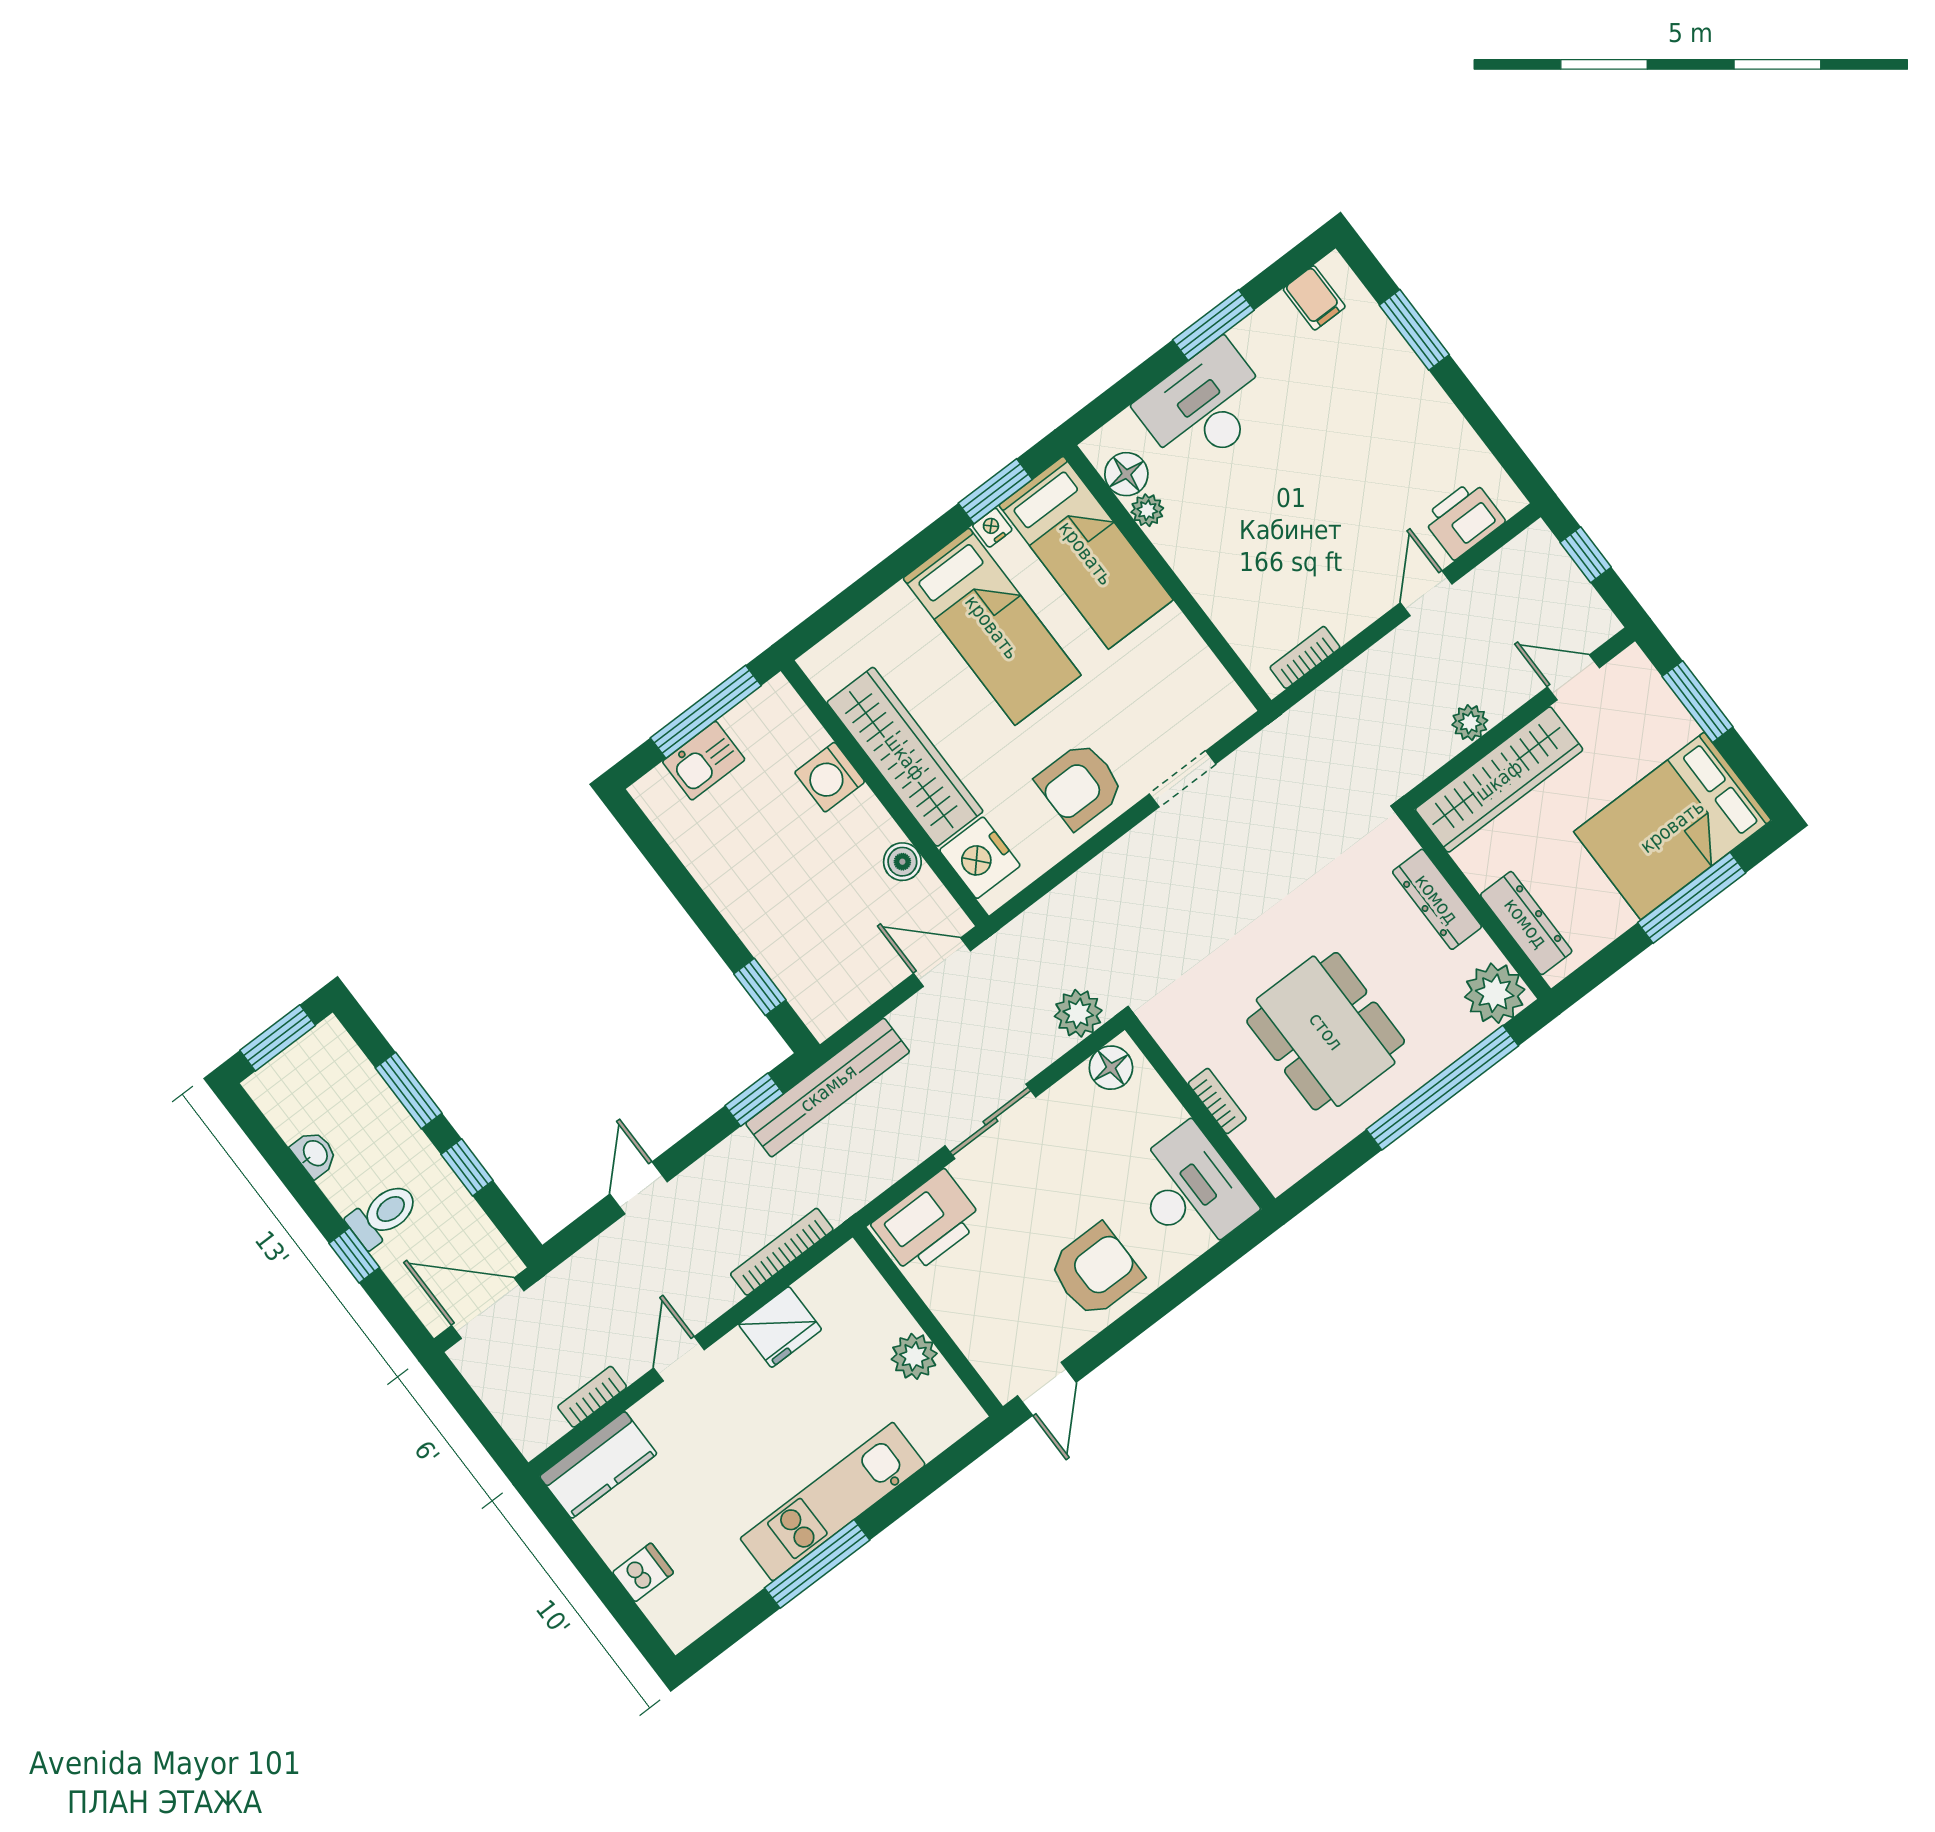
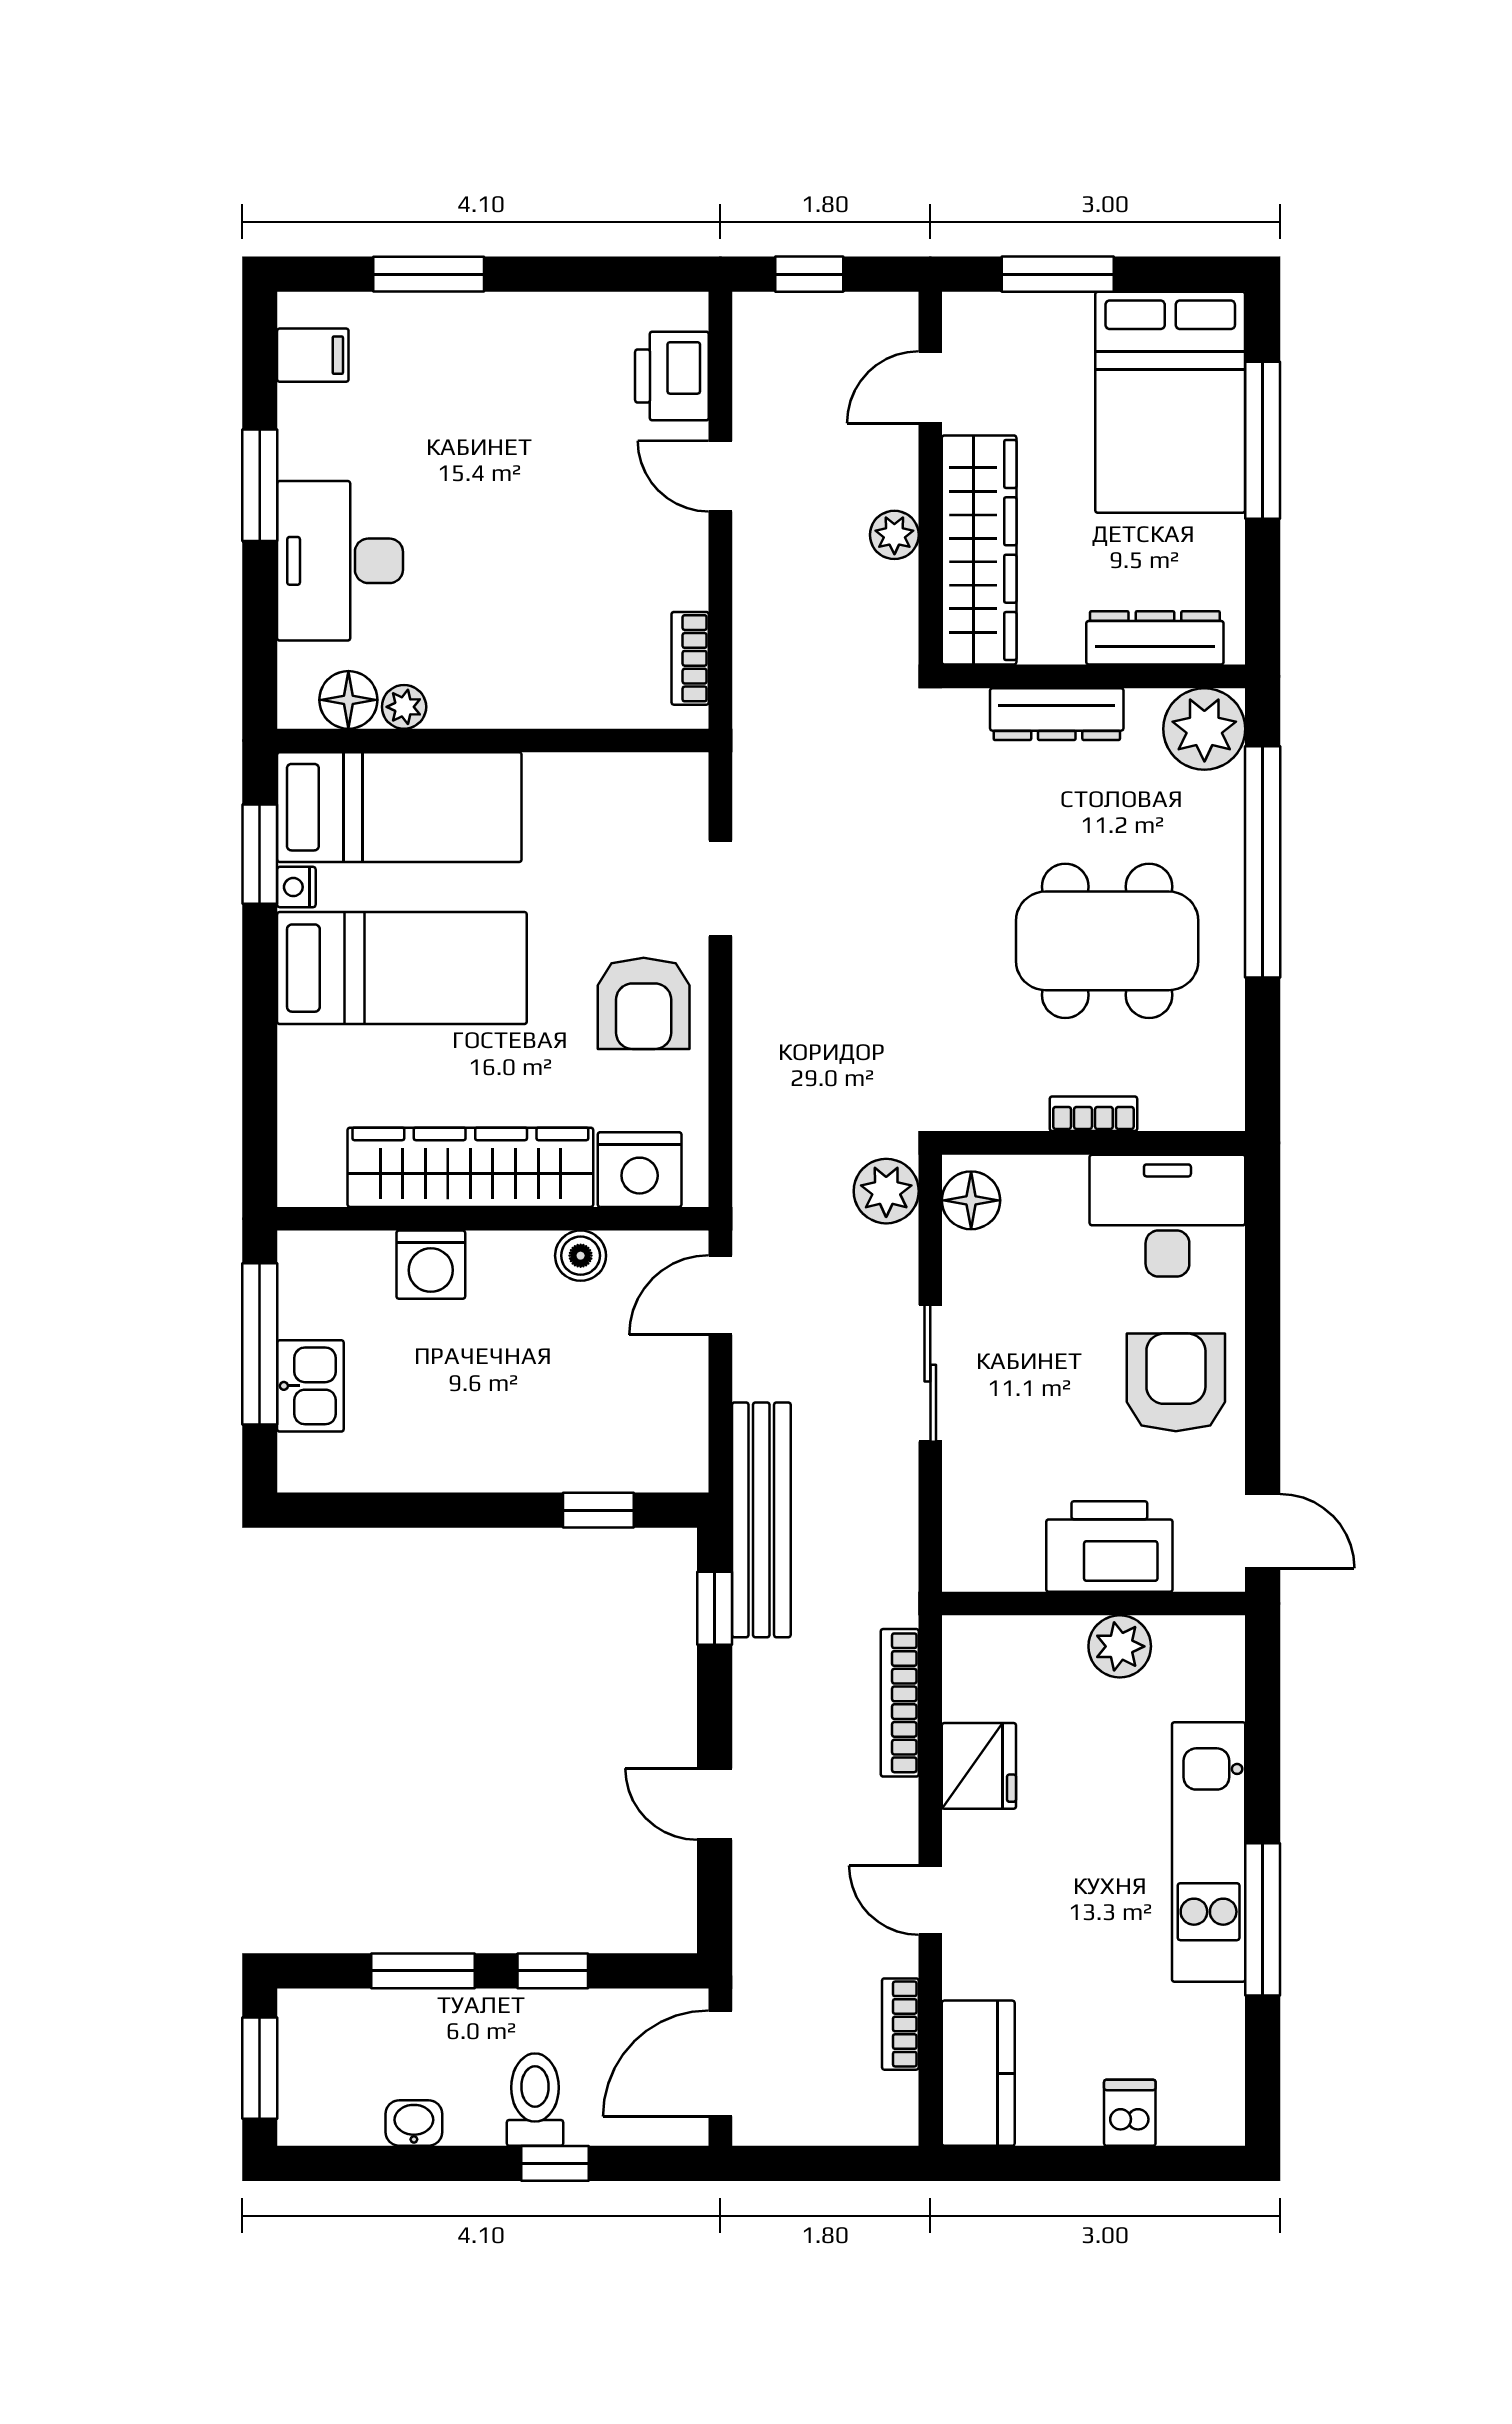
printer: (927, 1223) -> (1109, 1547), moved, turned -90

